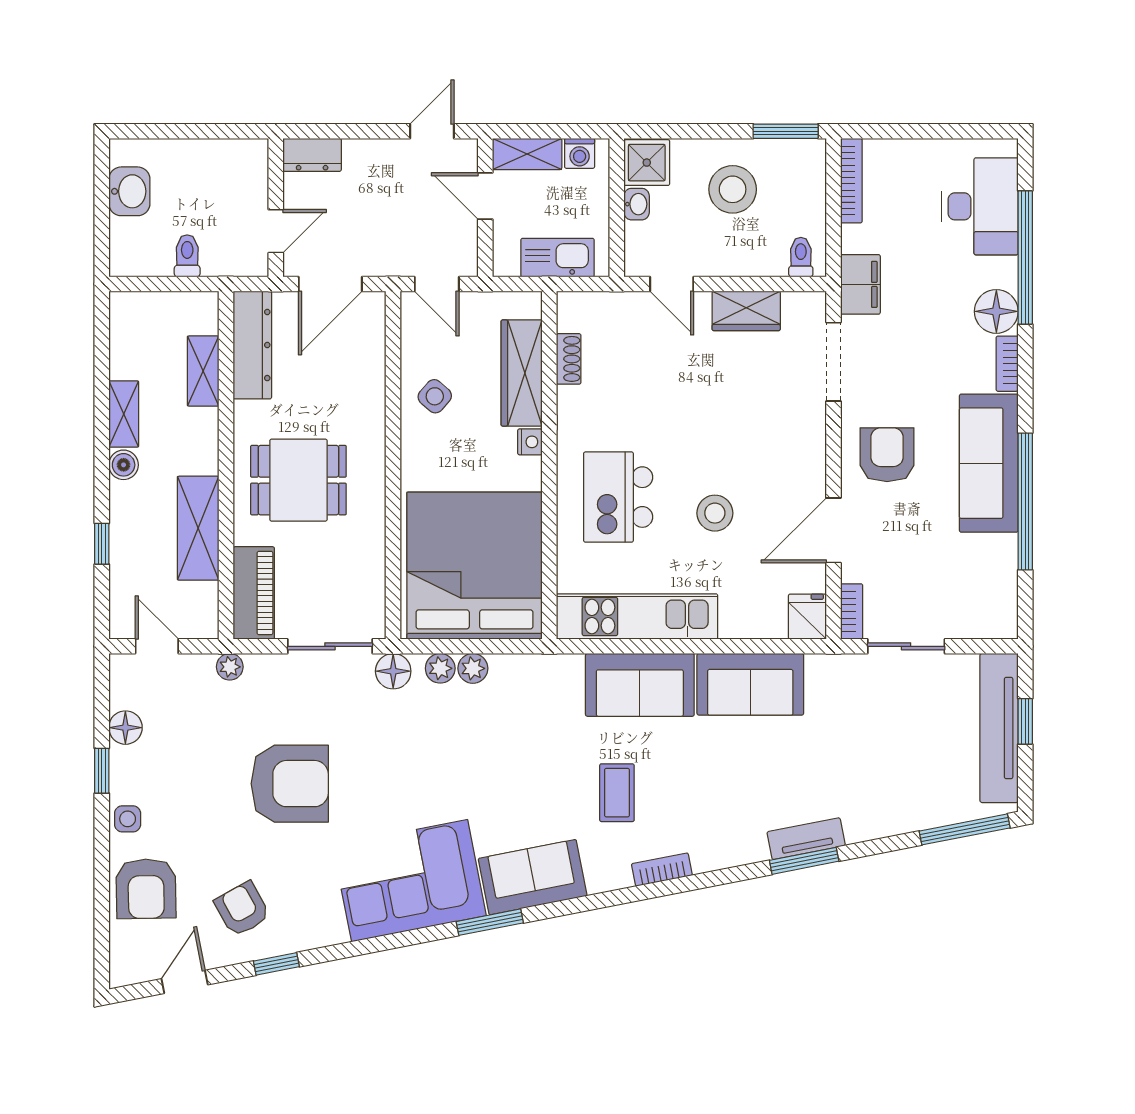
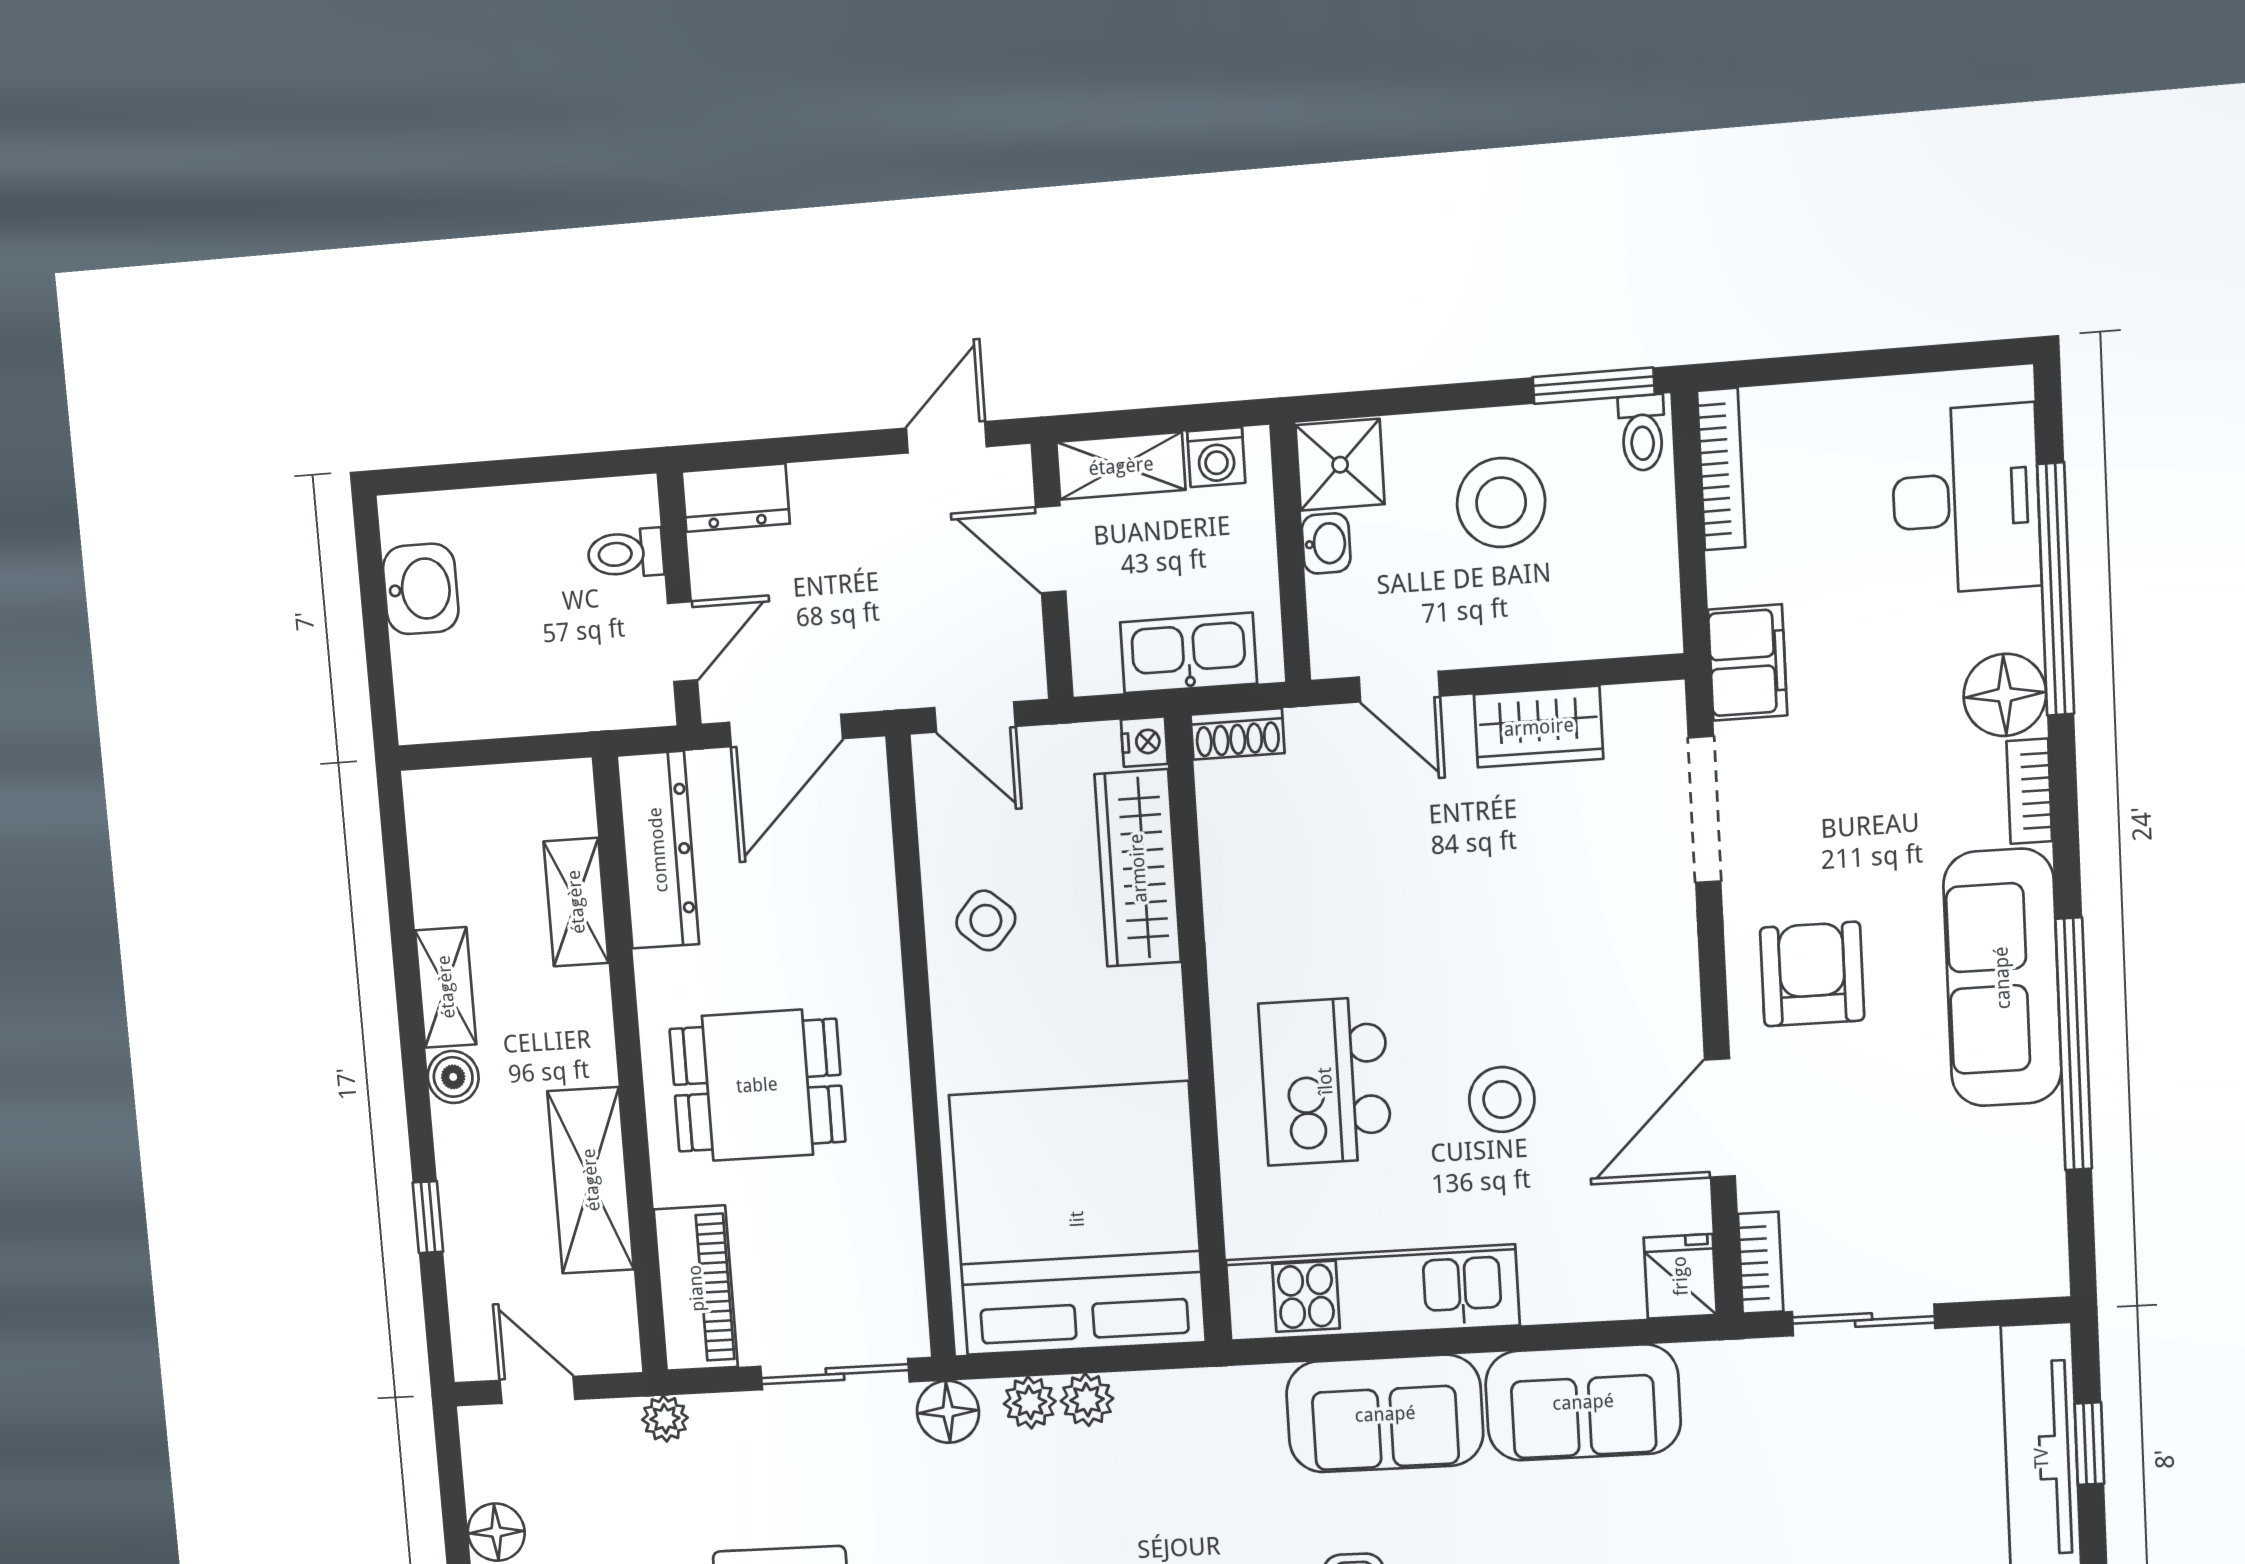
toilet: (187, 256) -> (626, 554), moved, turned -90
toilet: (801, 257) -> (1642, 433), moved, turned 180
shoe rack: (569, 359) -> (1237, 734), moved, turned 90
nightstand: (530, 442) -> (1144, 742), moved

